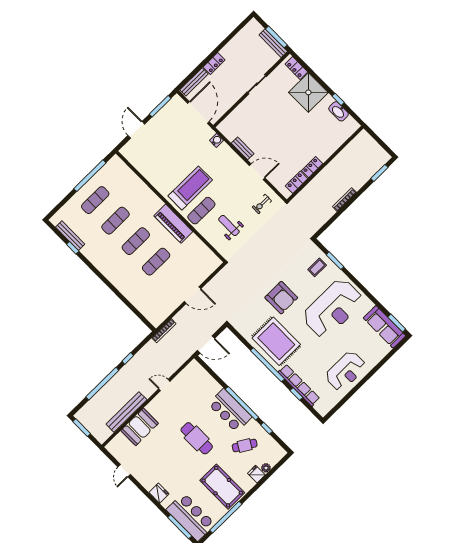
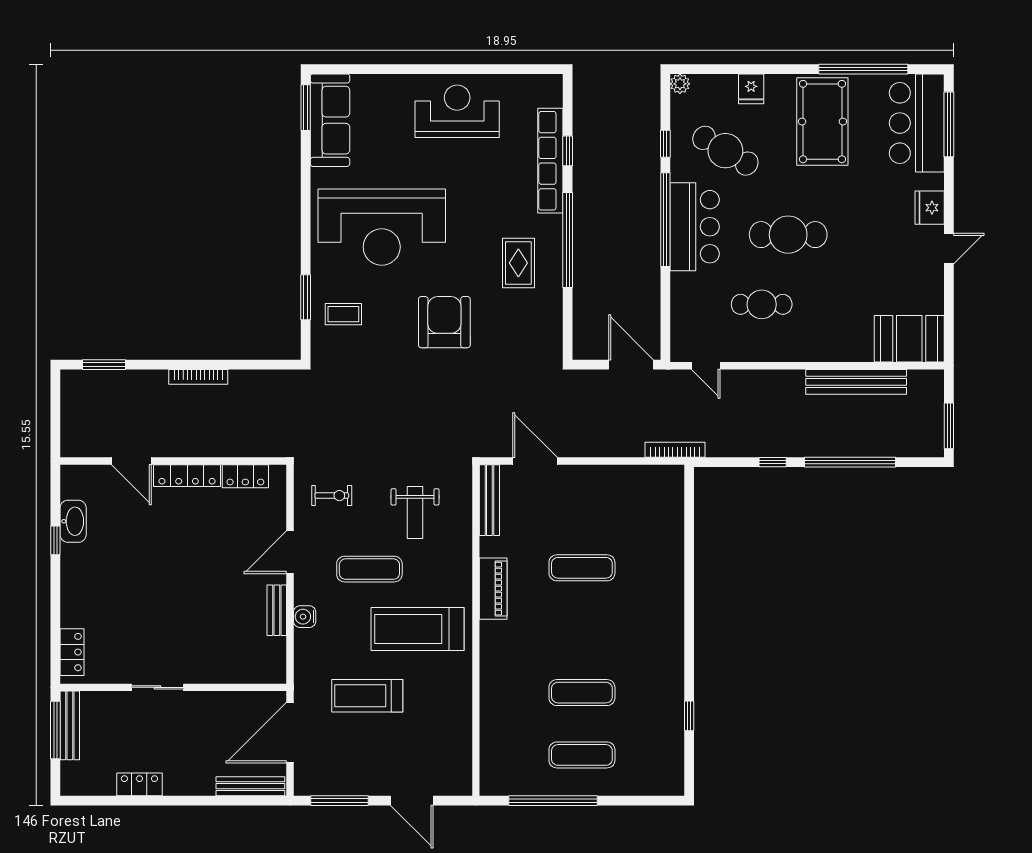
locker: (214, 63) -> (139, 784), moved
shower: (308, 92) -> (91, 596), removed
door: (136, 130) -> (412, 801), hinge flipped
water cooler: (216, 140) -> (305, 617), moved
treadmill: (185, 150) -> (367, 696), added
door: (339, 150) -> (131, 461), added
locker: (312, 167) -> (187, 476), width x1.53
door: (257, 172) -> (290, 552), hinge flipped
exercise mat: (201, 211) -> (369, 569), moved
piano: (173, 224) -> (493, 589), width x0.73, depth x0.75
bench: (70, 236) -> (489, 500), moved
exercise mat: (136, 241) -> (582, 630), removed
door: (193, 295) -> (535, 461), moved
reception desk: (333, 308) -> (382, 227), turned 180
rug: (276, 341) -> (518, 263), width x0.54, depth x0.49
door: (164, 385) -> (706, 366), moved
cafe table: (183, 407) -> (762, 304), added
booth: (140, 427) -> (909, 339), moved
cafe table: (197, 438) -> (788, 235), turned 90
cafe table: (245, 445) -> (725, 151), width x1.37, depth x1.35
plant: (266, 468) -> (680, 84), moved
door: (124, 471) -> (949, 249), moved

